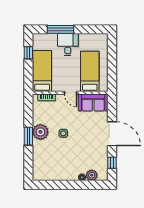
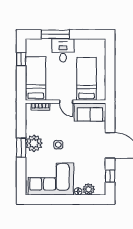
corner sofa: (56, 166) -> (51, 179), added

